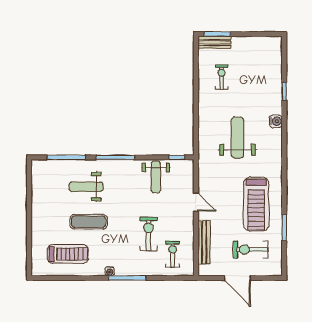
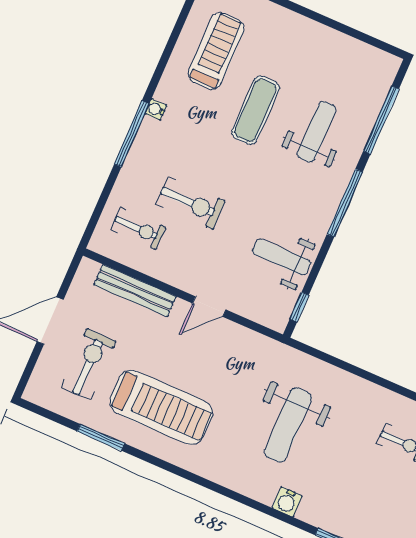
weight bench: (238, 138) -> (288, 425), turned 90
treadmill: (256, 204) -> (161, 407), turned 180
treadmill: (68, 254) -> (216, 51), turned 180

